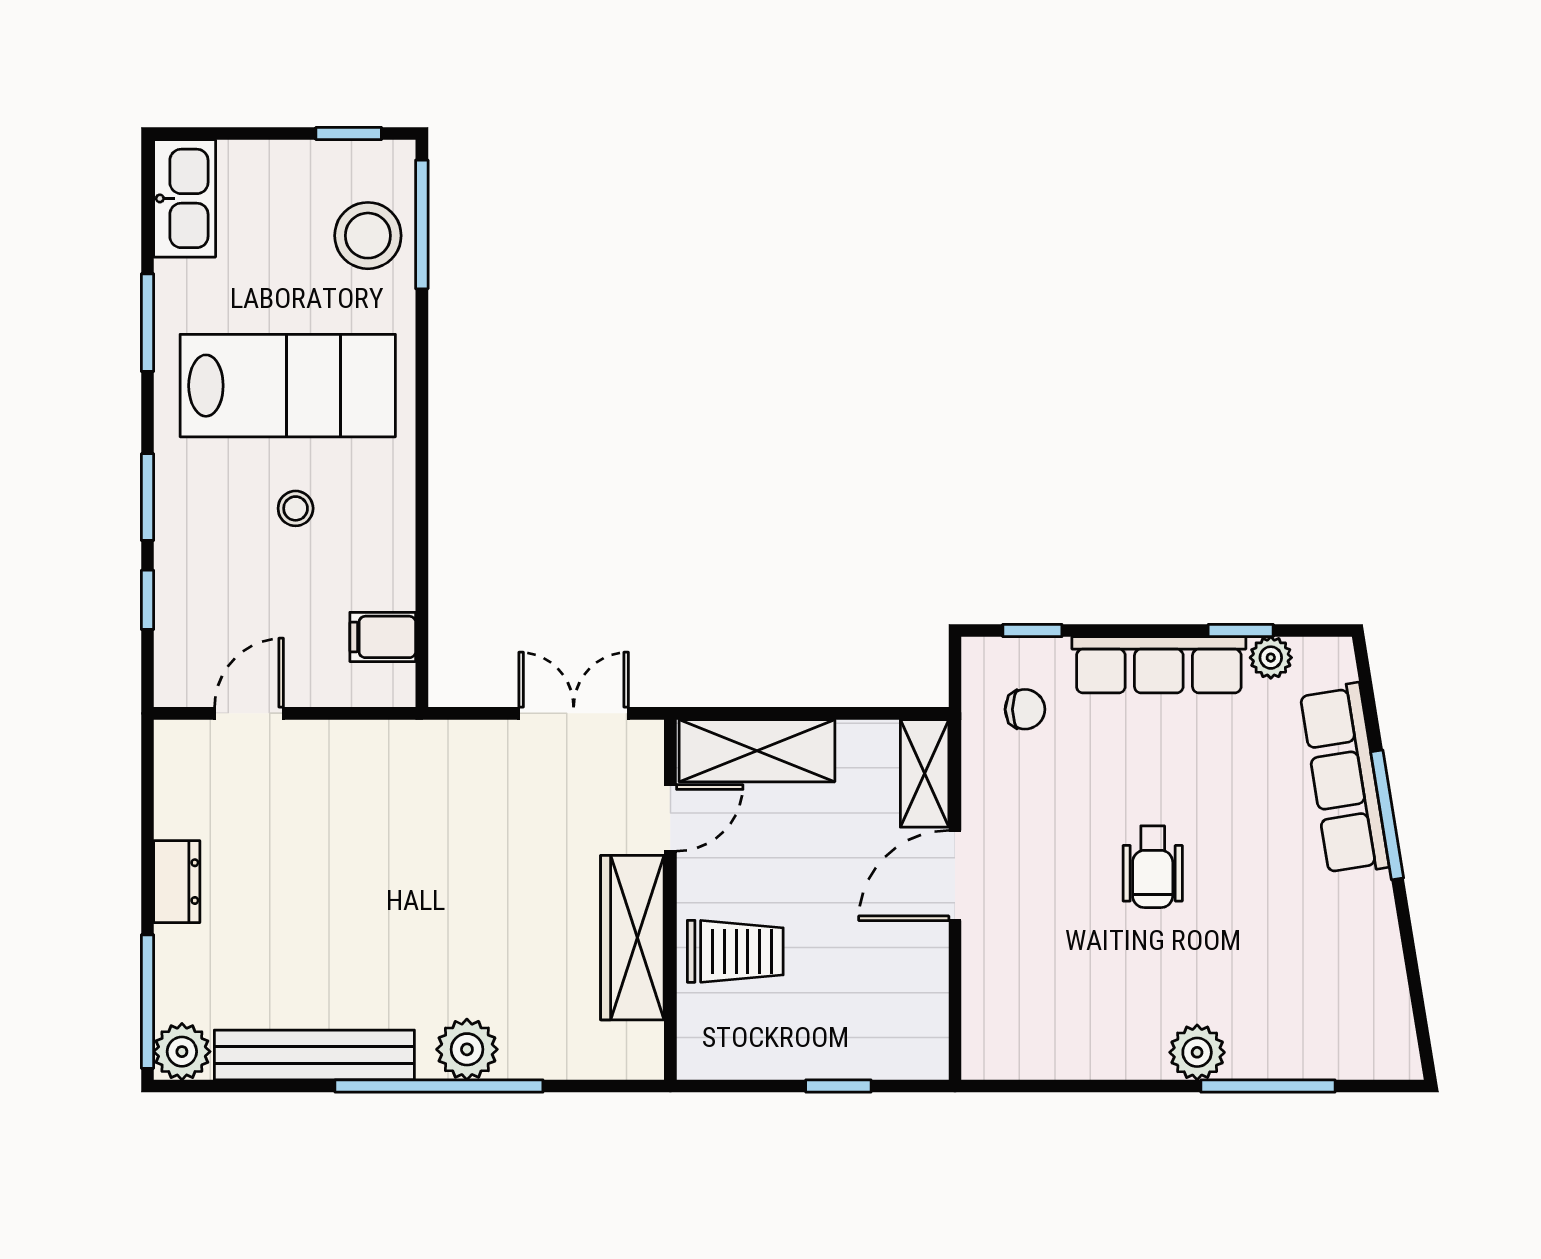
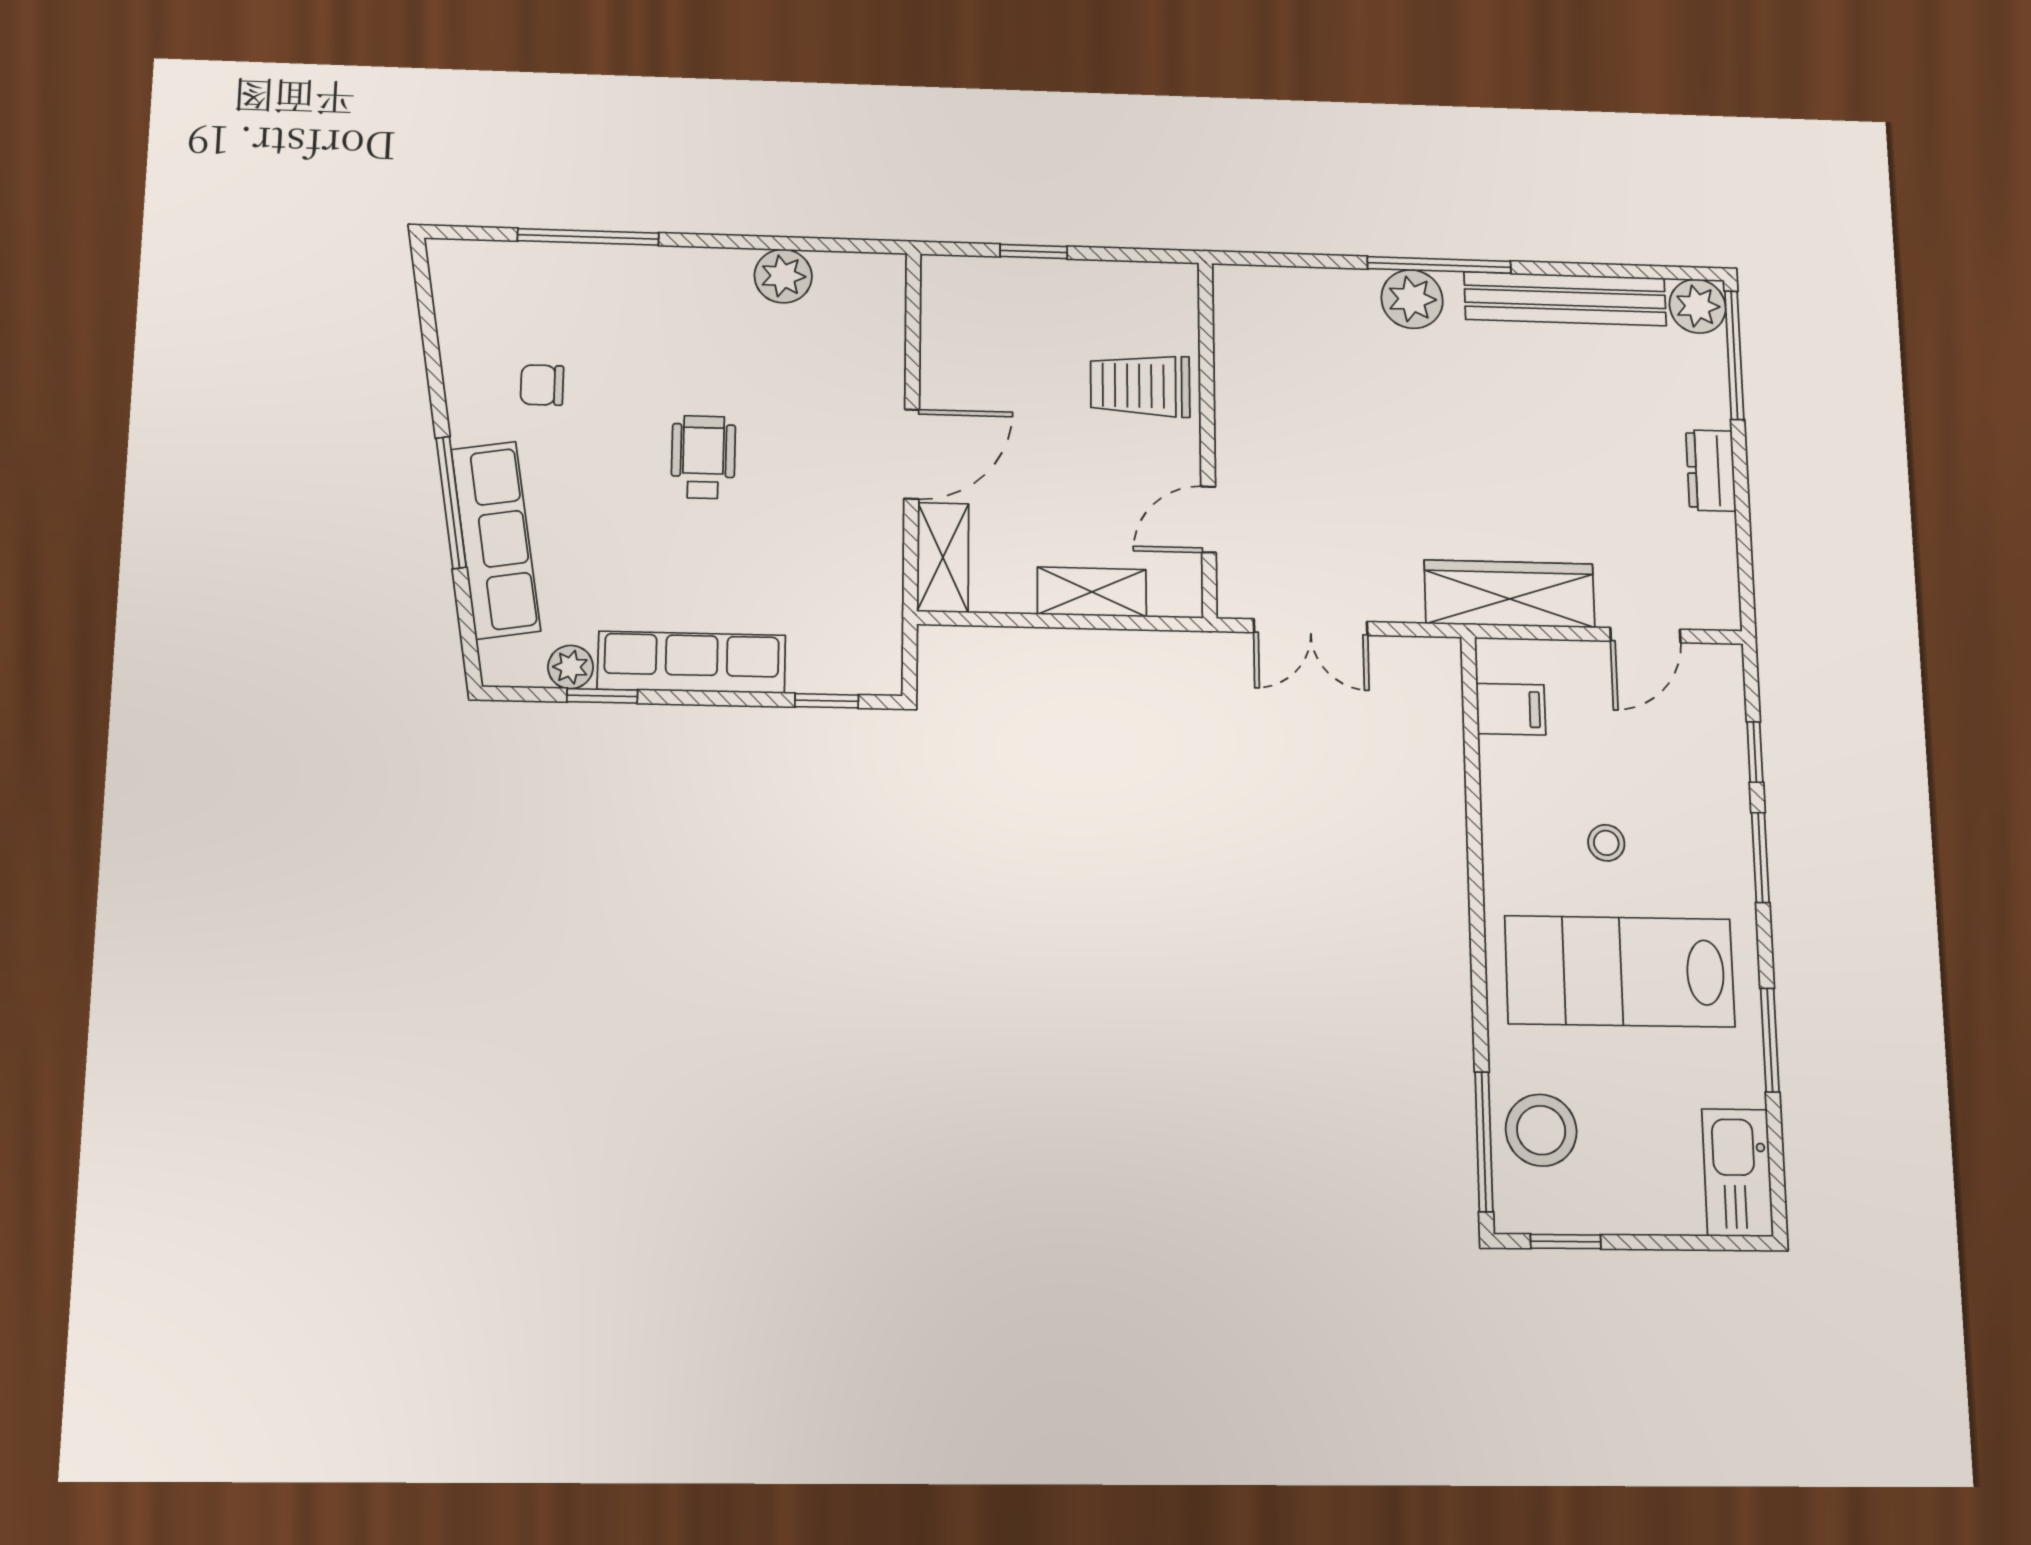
chair: (1025, 709) -> (542, 385), moved
shelving: (757, 751) -> (1092, 592), width x0.67, depth x0.75
wardrobe: (632, 938) -> (1509, 594), moved, turned -90
plant: (1197, 1052) -> (783, 276), moved
window: (439, 1086) -> (1439, 265), width x0.68

